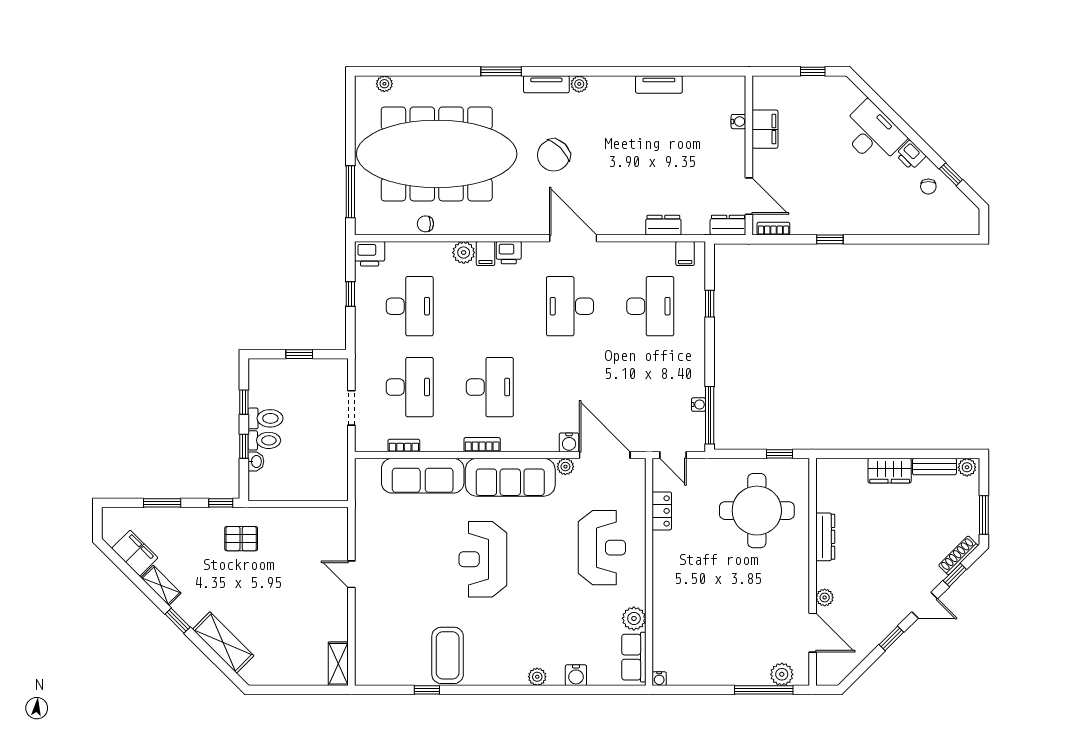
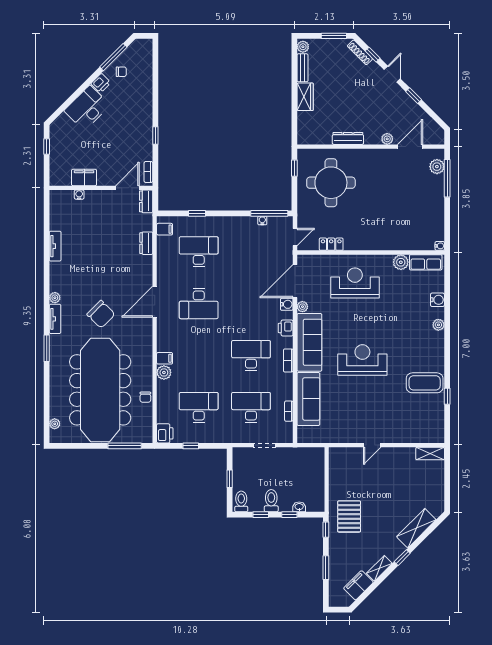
window: (951, 174) -> (113, 57), width x2.17
printer: (509, 253) -> (286, 328), moved, turned 180
toilet: (264, 440) -> (241, 501), moved
pallet: (241, 539) -> (349, 516), width x1.50, depth x1.42
reception desk: (483, 559) -> (362, 360), turned 180

